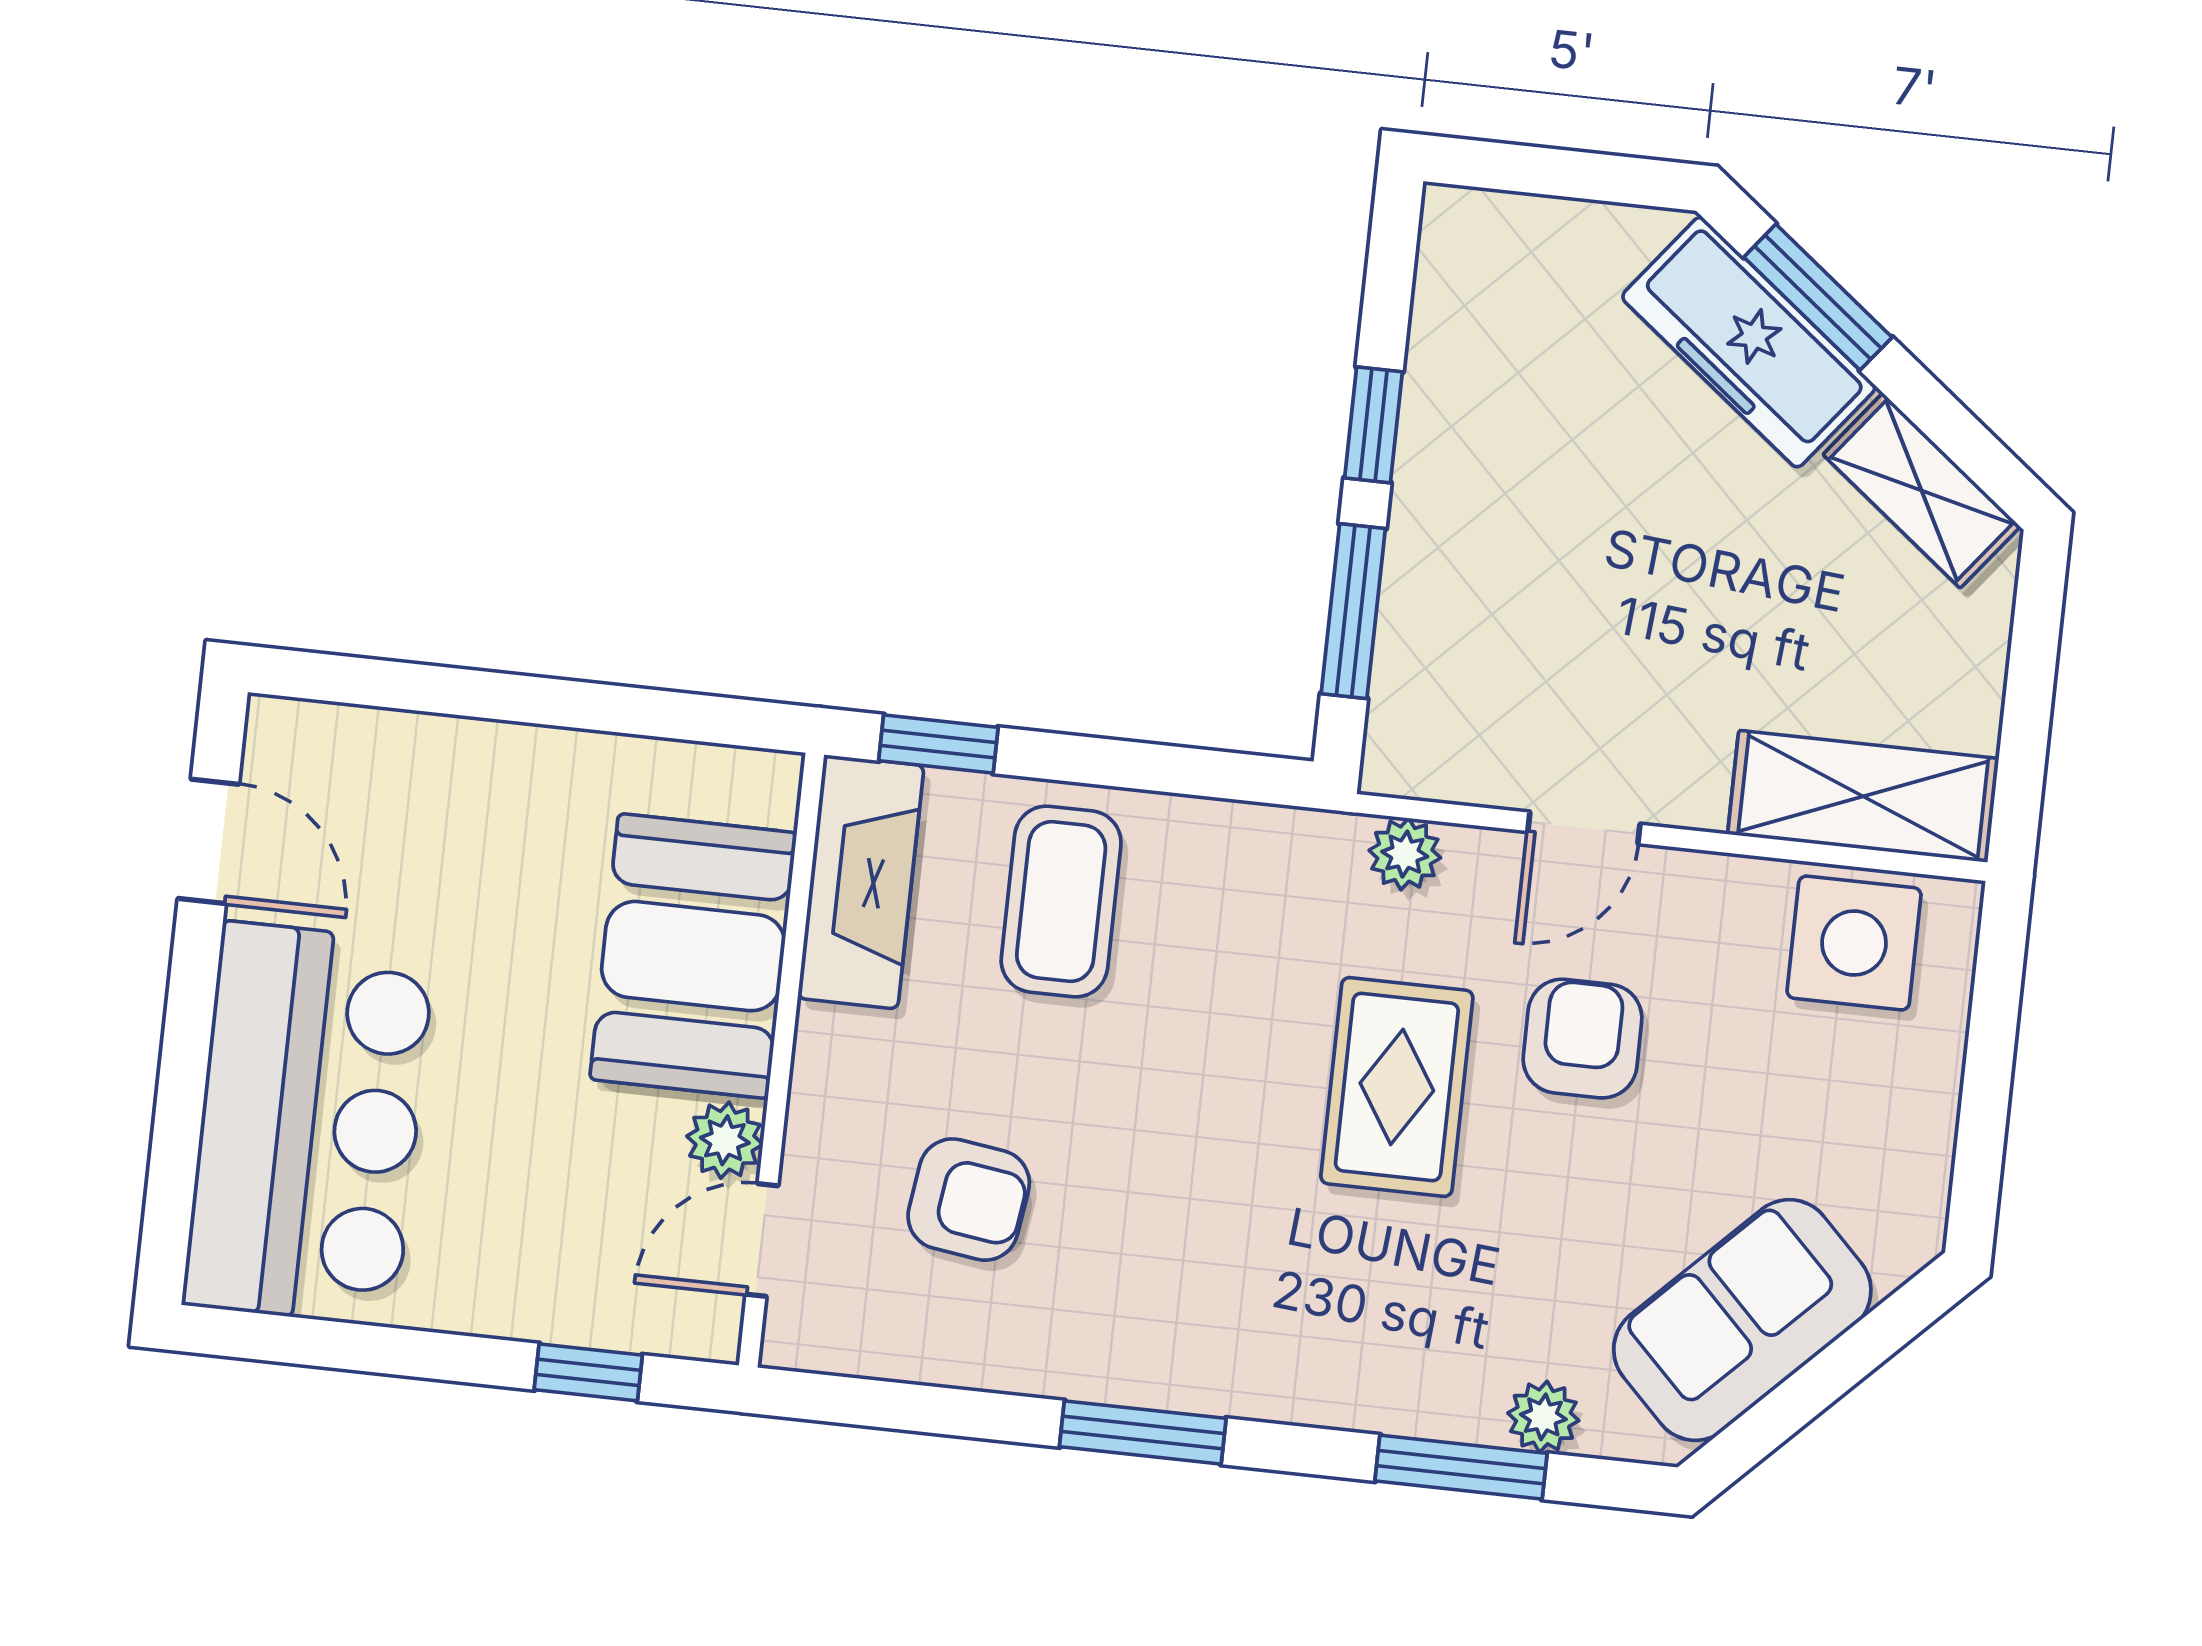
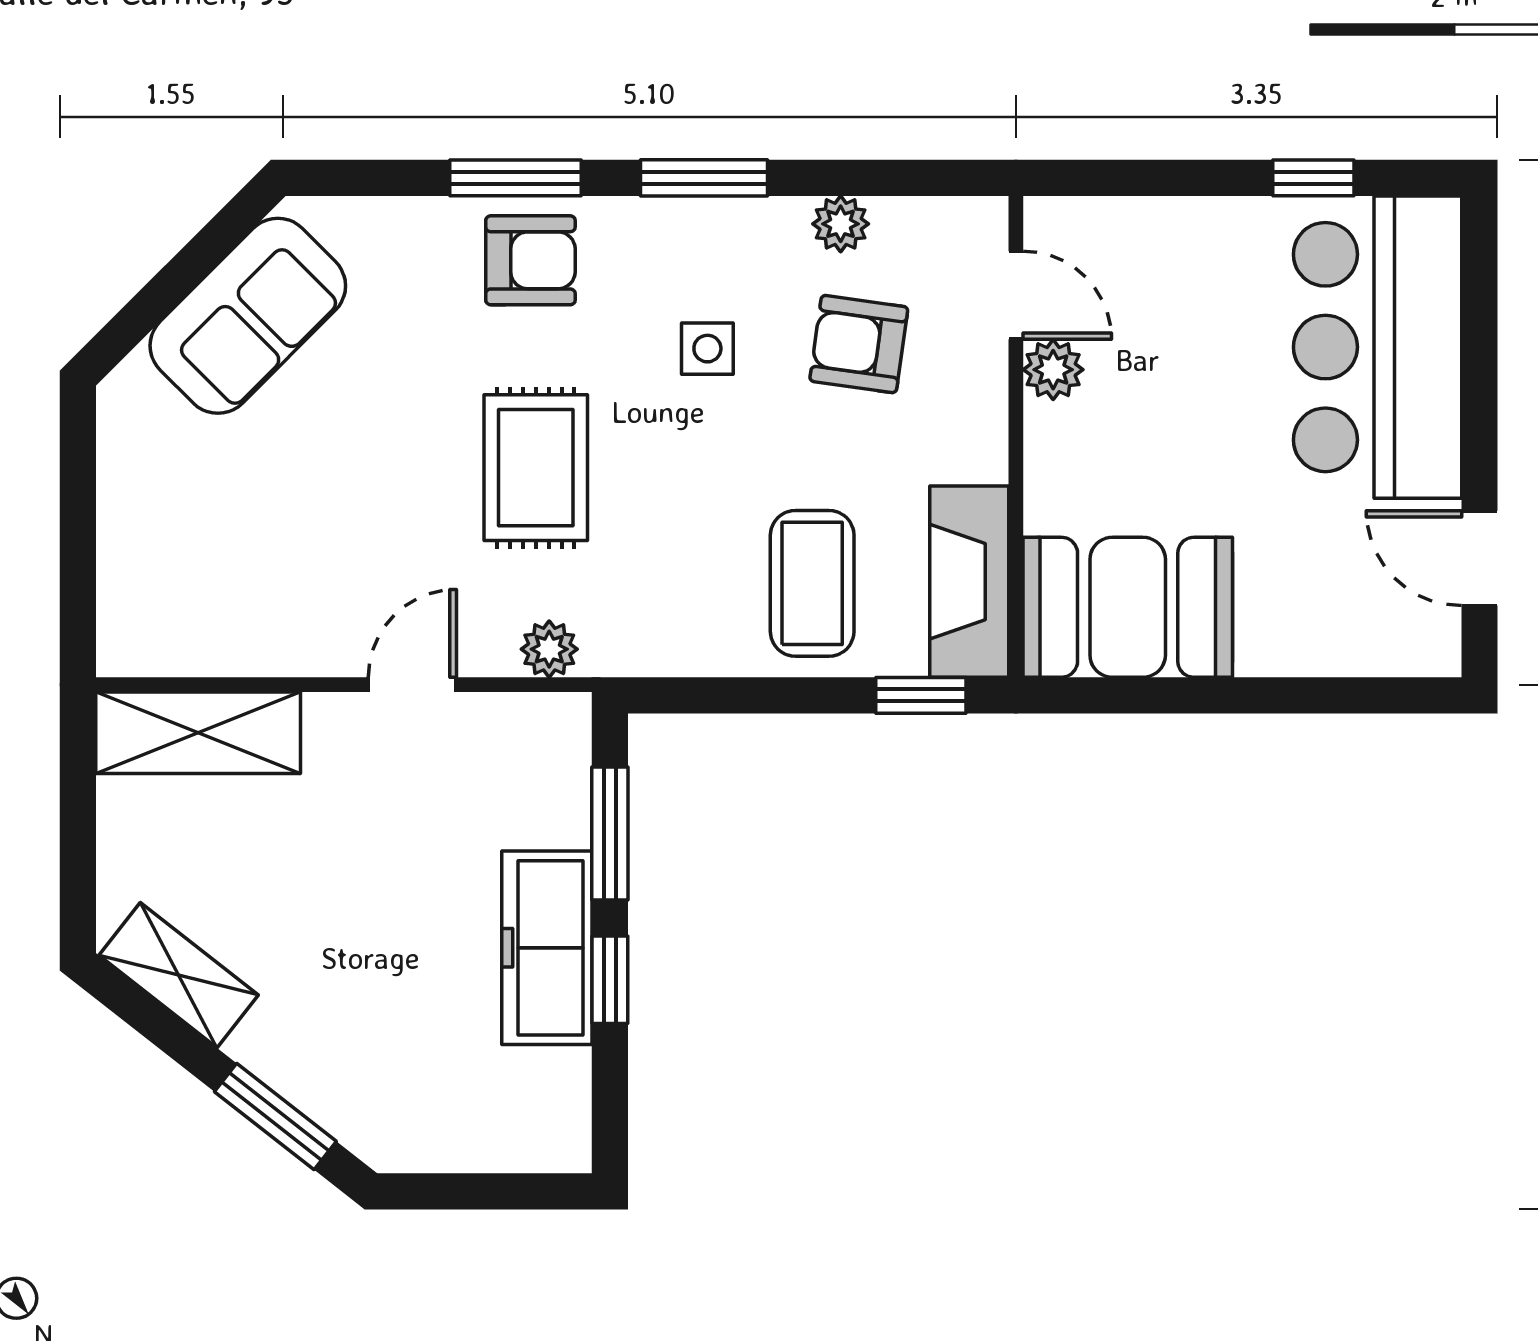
freezer: (1749, 342) -> (547, 948), moved, turned -128
side table: (1854, 943) -> (707, 349), moved, width x0.54, depth x0.54
booth: (693, 956) -> (1128, 607), moved, turned 90
armchair: (1582, 1039) -> (530, 260), moved, turned -90
door: (762, 1240) -> (1016, 295), hinge flipped
window: (588, 1372) -> (1313, 178), moved
plant: (1543, 1417) -> (841, 224), moved
window: (1461, 1467) -> (516, 178), moved

